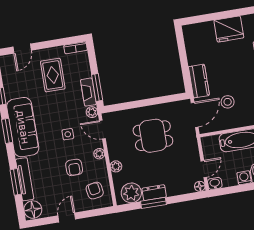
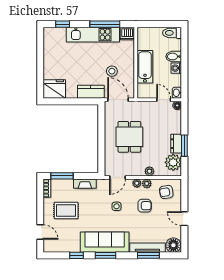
fridge: (229, 29) -> (54, 89), moved, turned -90
window: (97, 87) -> (62, 176), moved
plant: (92, 112) -> (147, 183), moved

